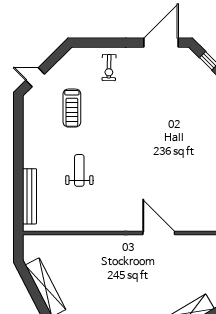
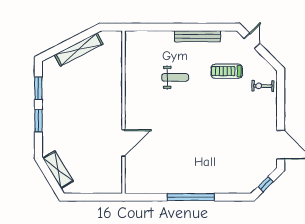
exercise bike: (109, 68) -> (263, 86), moved
bench: (29, 196) -> (198, 36), moved

